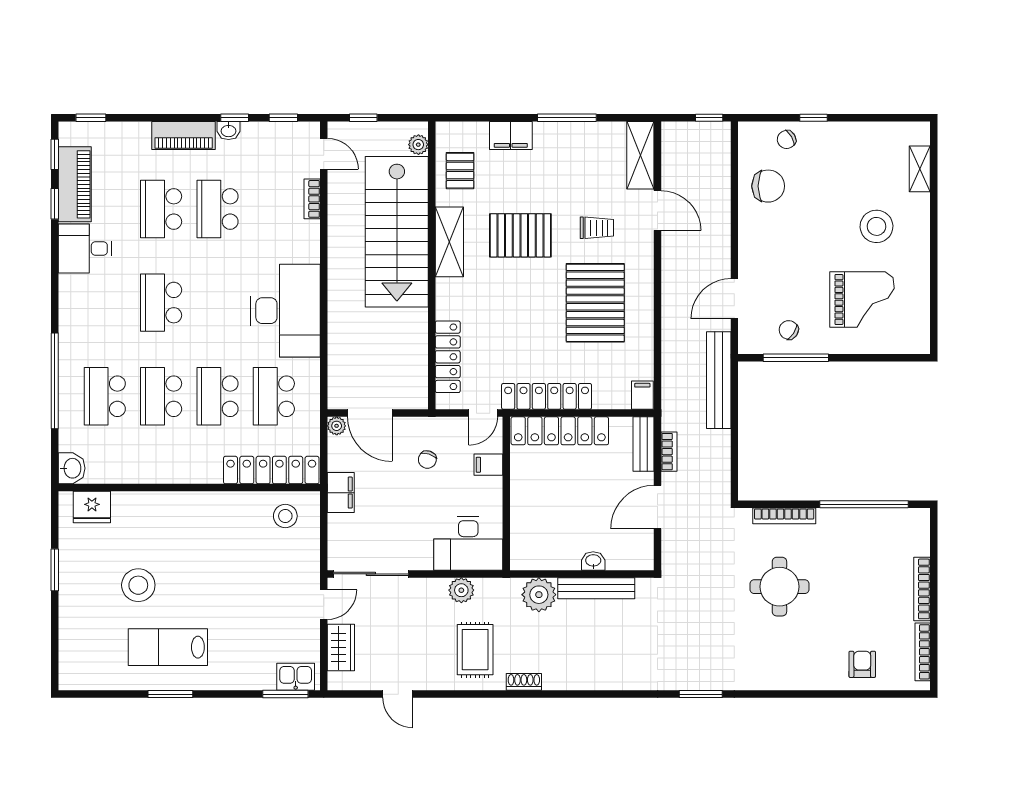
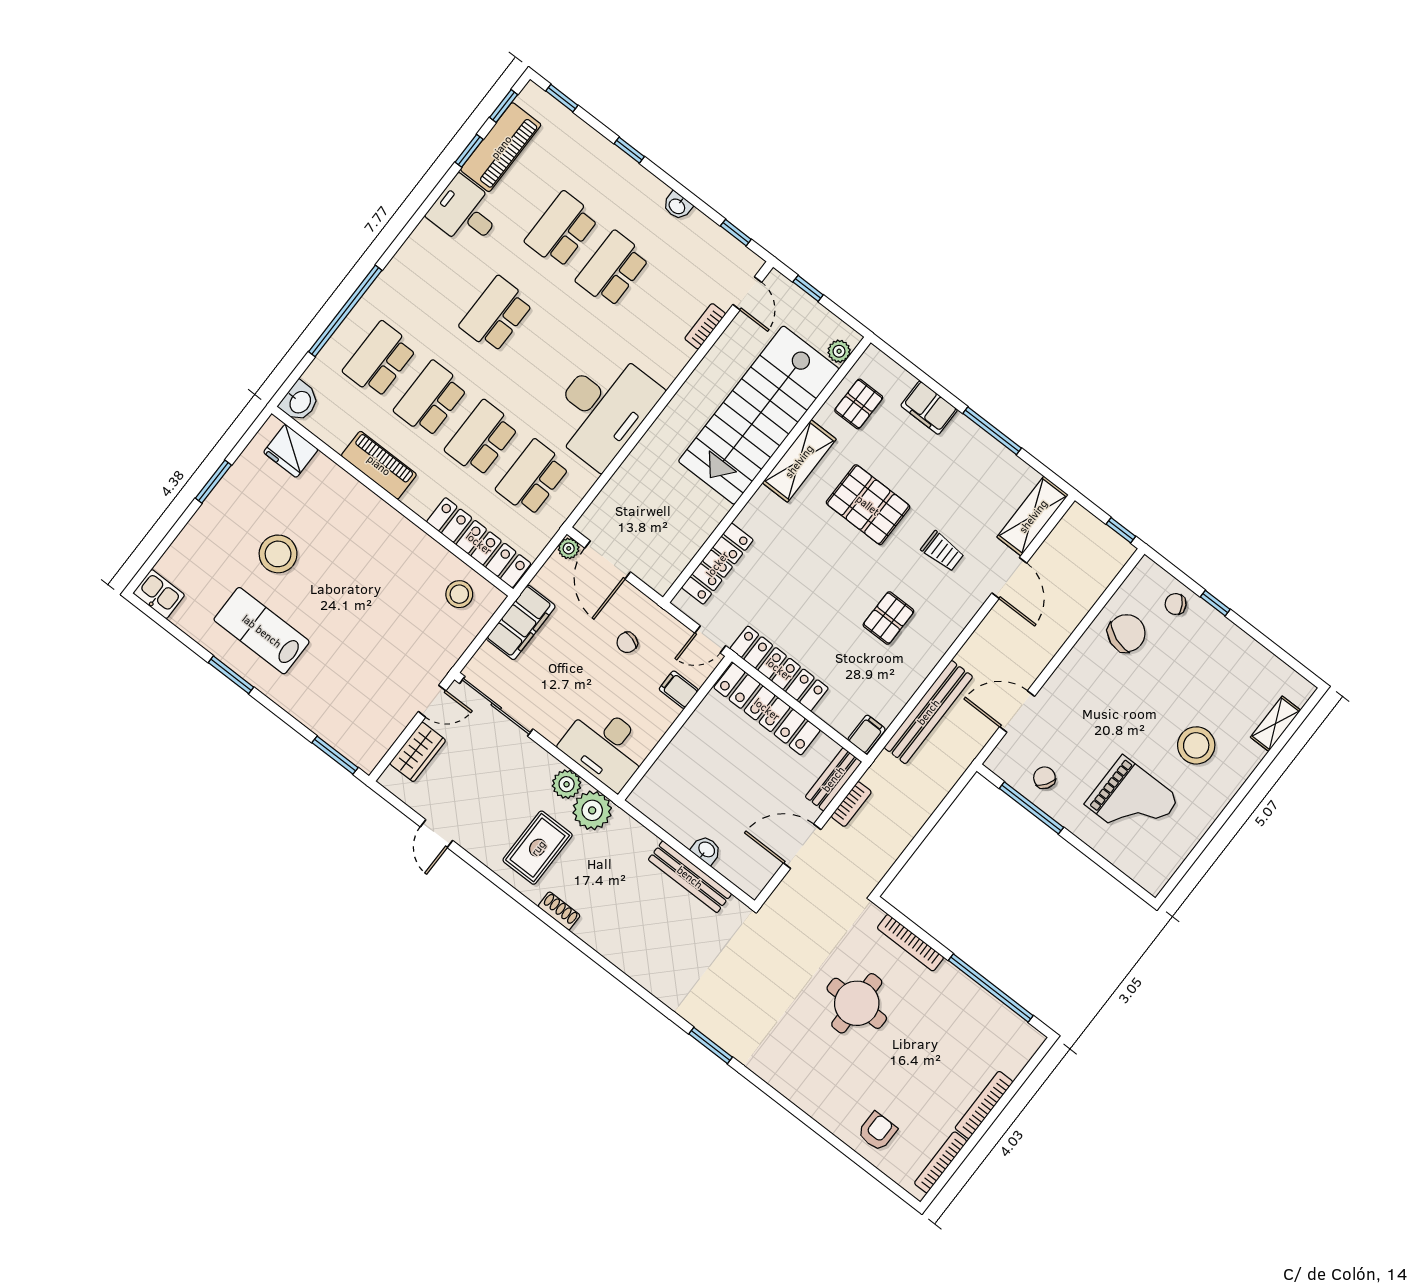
window: (235, 118) -> (629, 150), moved
piano: (184, 135) -> (379, 465), moved, turned 180
chair: (768, 186) -> (1126, 633), turned -69
pallet: (595, 303) -> (888, 618), width x0.49, depth x0.50
bench: (719, 380) -> (928, 712), moved
filing cabinet: (341, 493) -> (521, 622), width x1.50, depth x1.17
plant: (539, 595) -> (592, 810), moved
kitchen sink: (296, 677) -> (159, 594), moved

